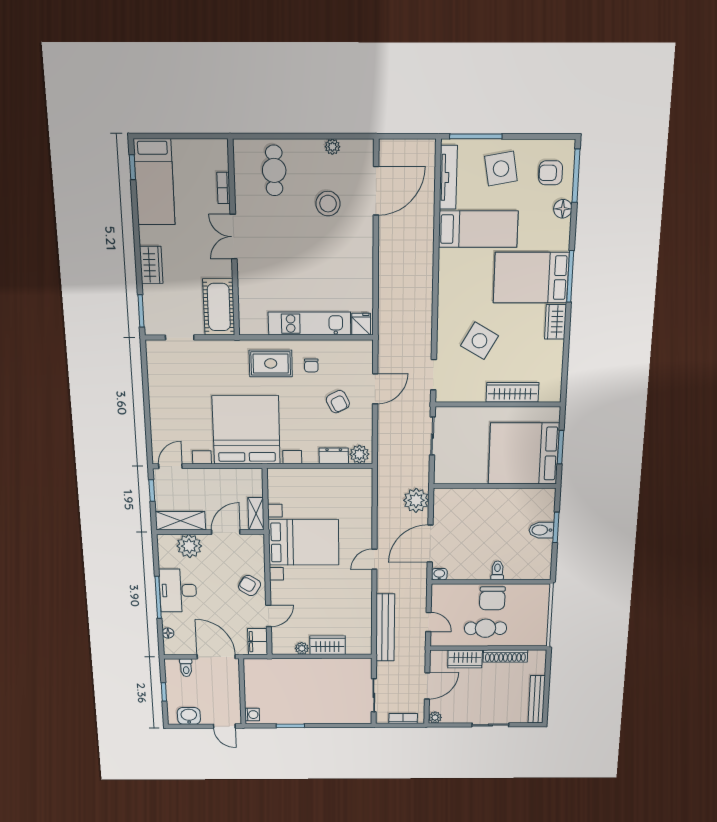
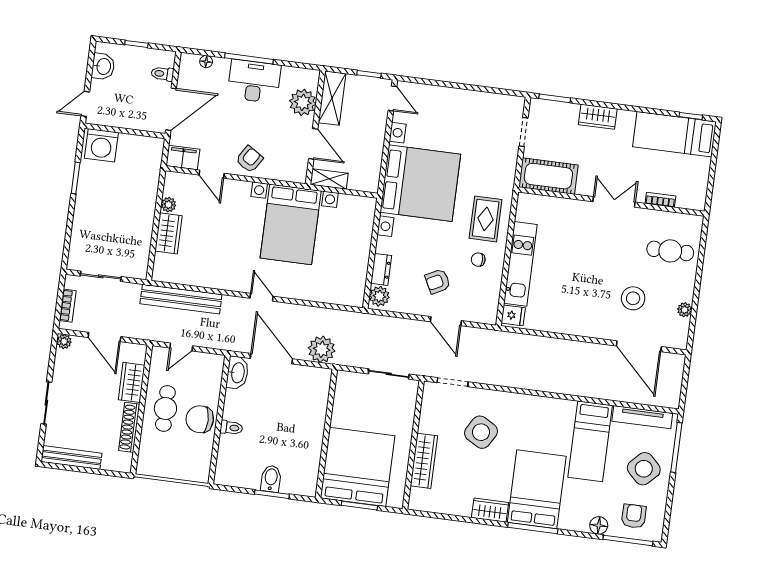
side table: (501, 169) -> (644, 469), turned -35
washbasin: (439, 574) -> (237, 373), width x1.91, depth x1.45
washing machine: (252, 715) -> (101, 145), width x1.89, depth x1.89

